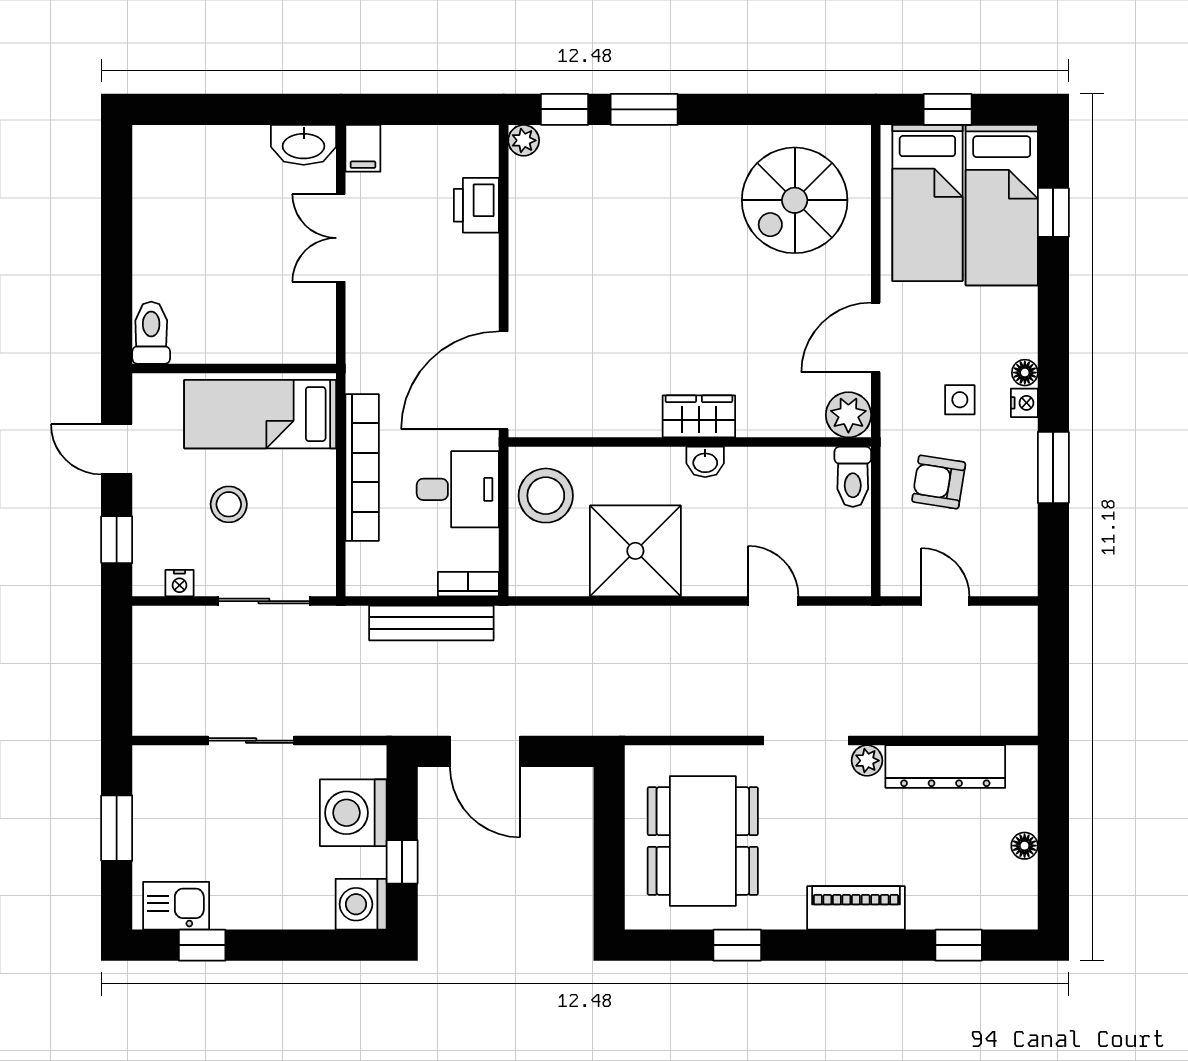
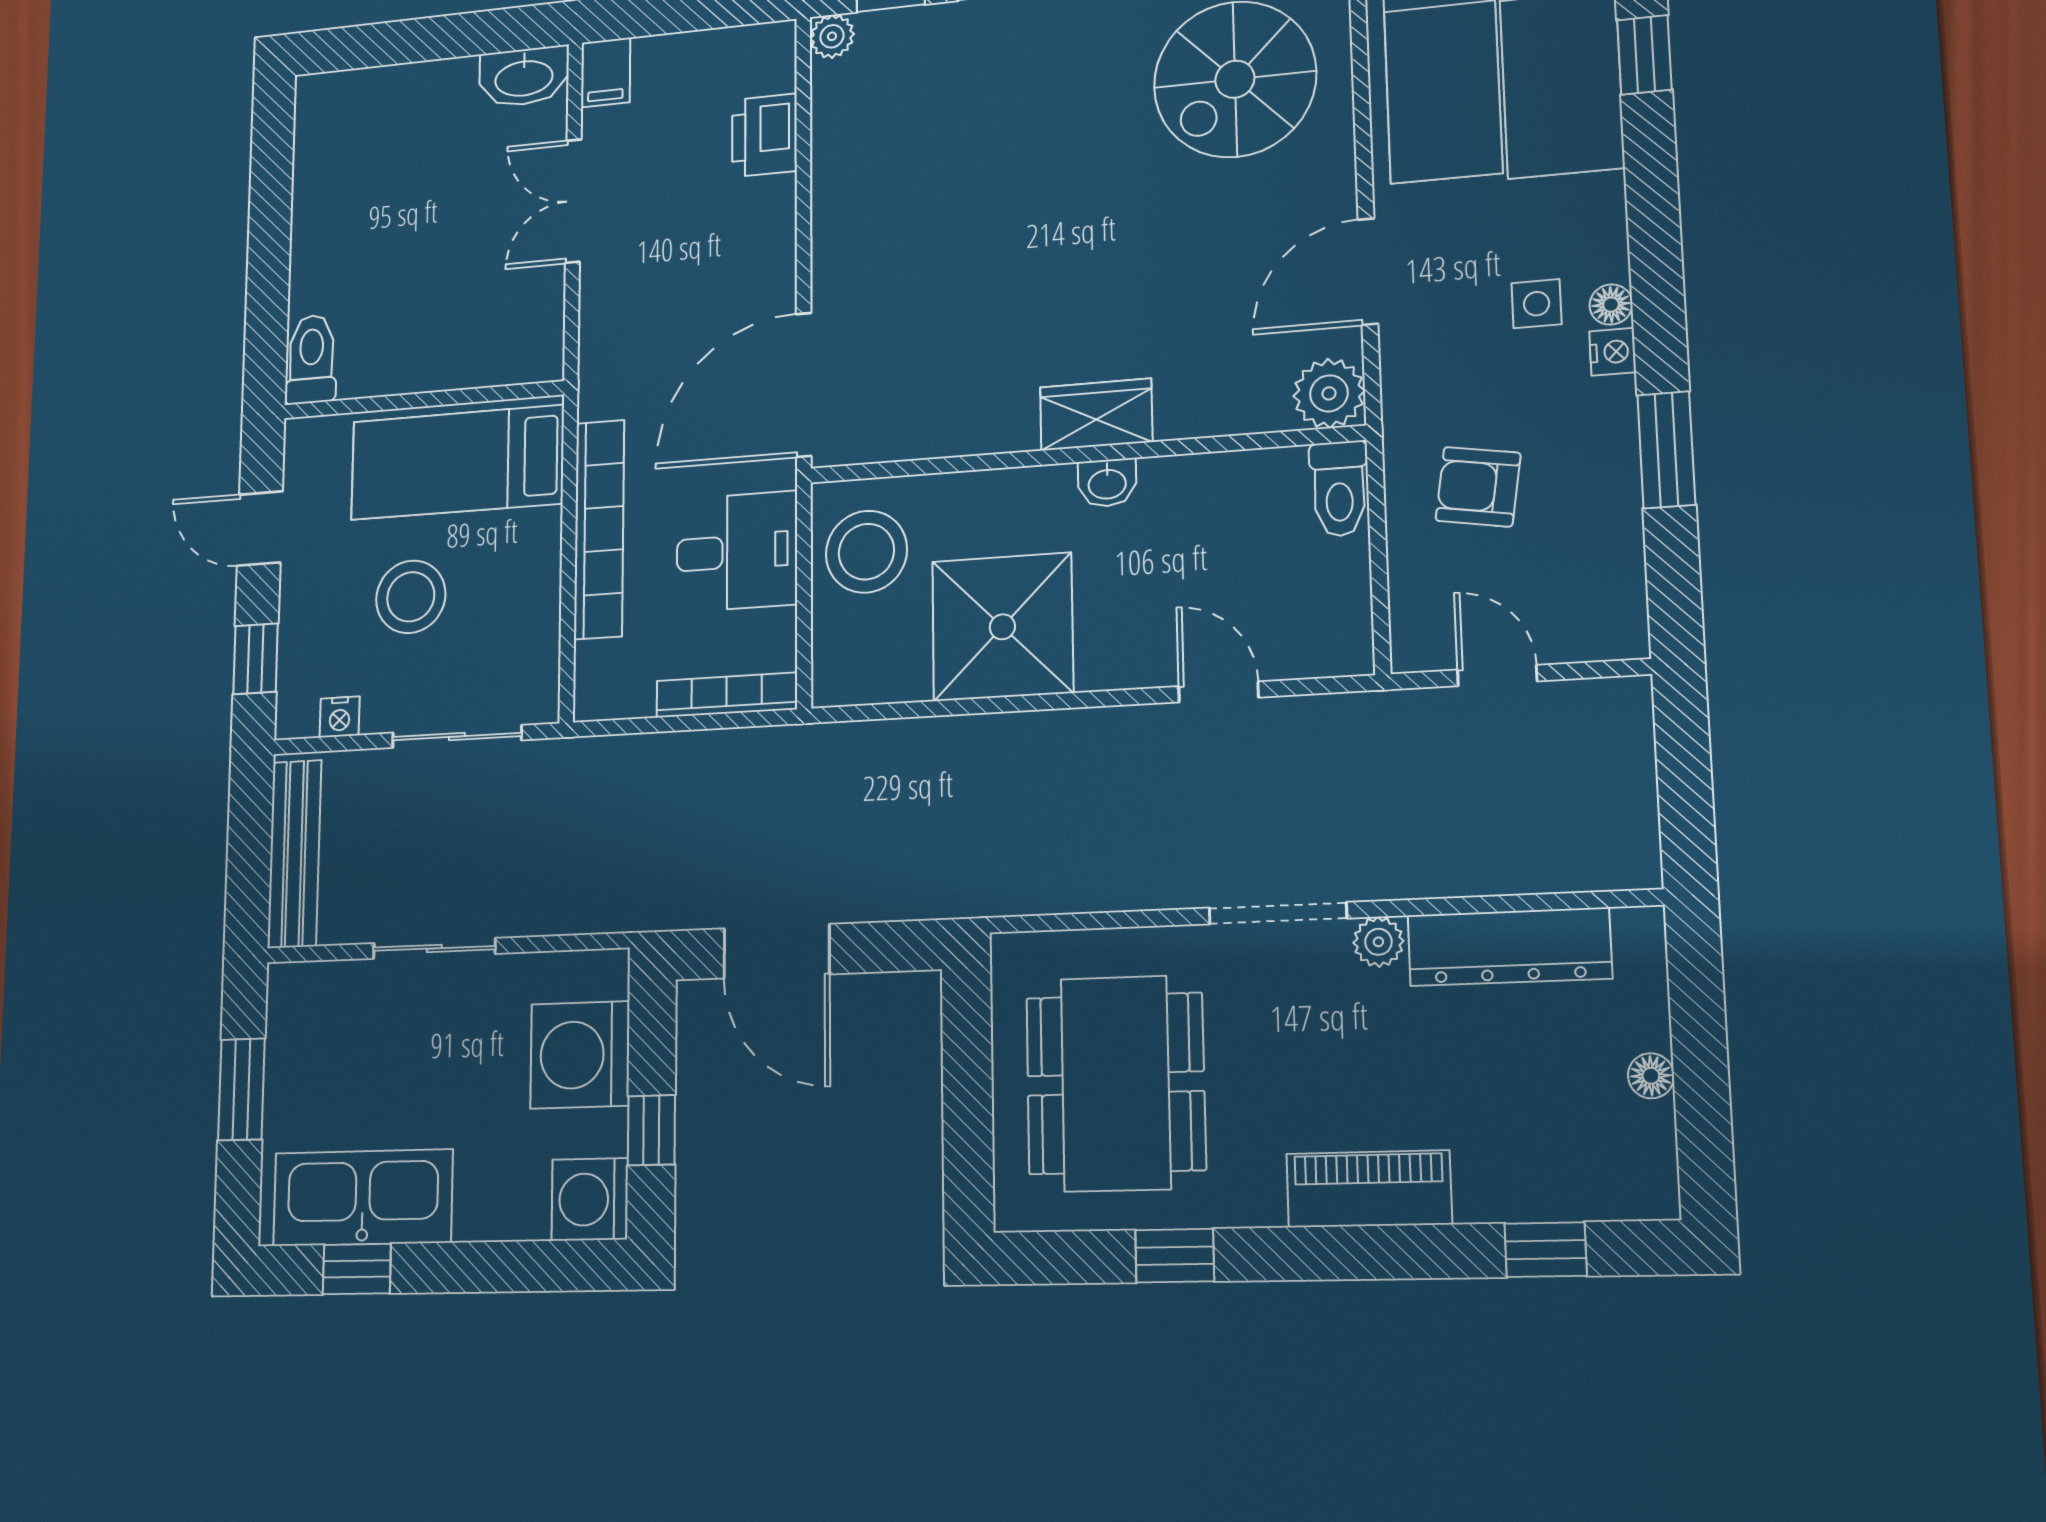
side table: (960, 400) -> (1537, 304), moved
stool: (229, 504) -> (411, 597), width x1.38, depth x1.38
bookcase: (468, 584) -> (727, 695), width x1.56
bench: (431, 623) -> (294, 854), moved, turned 90
kitchen sink: (176, 906) -> (363, 1198), width x1.88, depth x1.24

